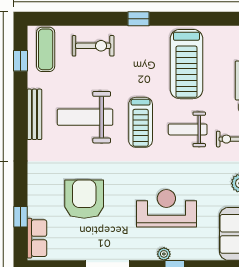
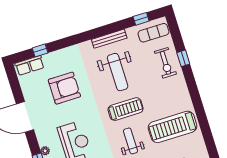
window: (139, 19) -> (183, 58), moved
weight bench: (85, 117) -> (118, 72), turned 180
treadmill: (141, 122) -> (126, 109), turned 180

